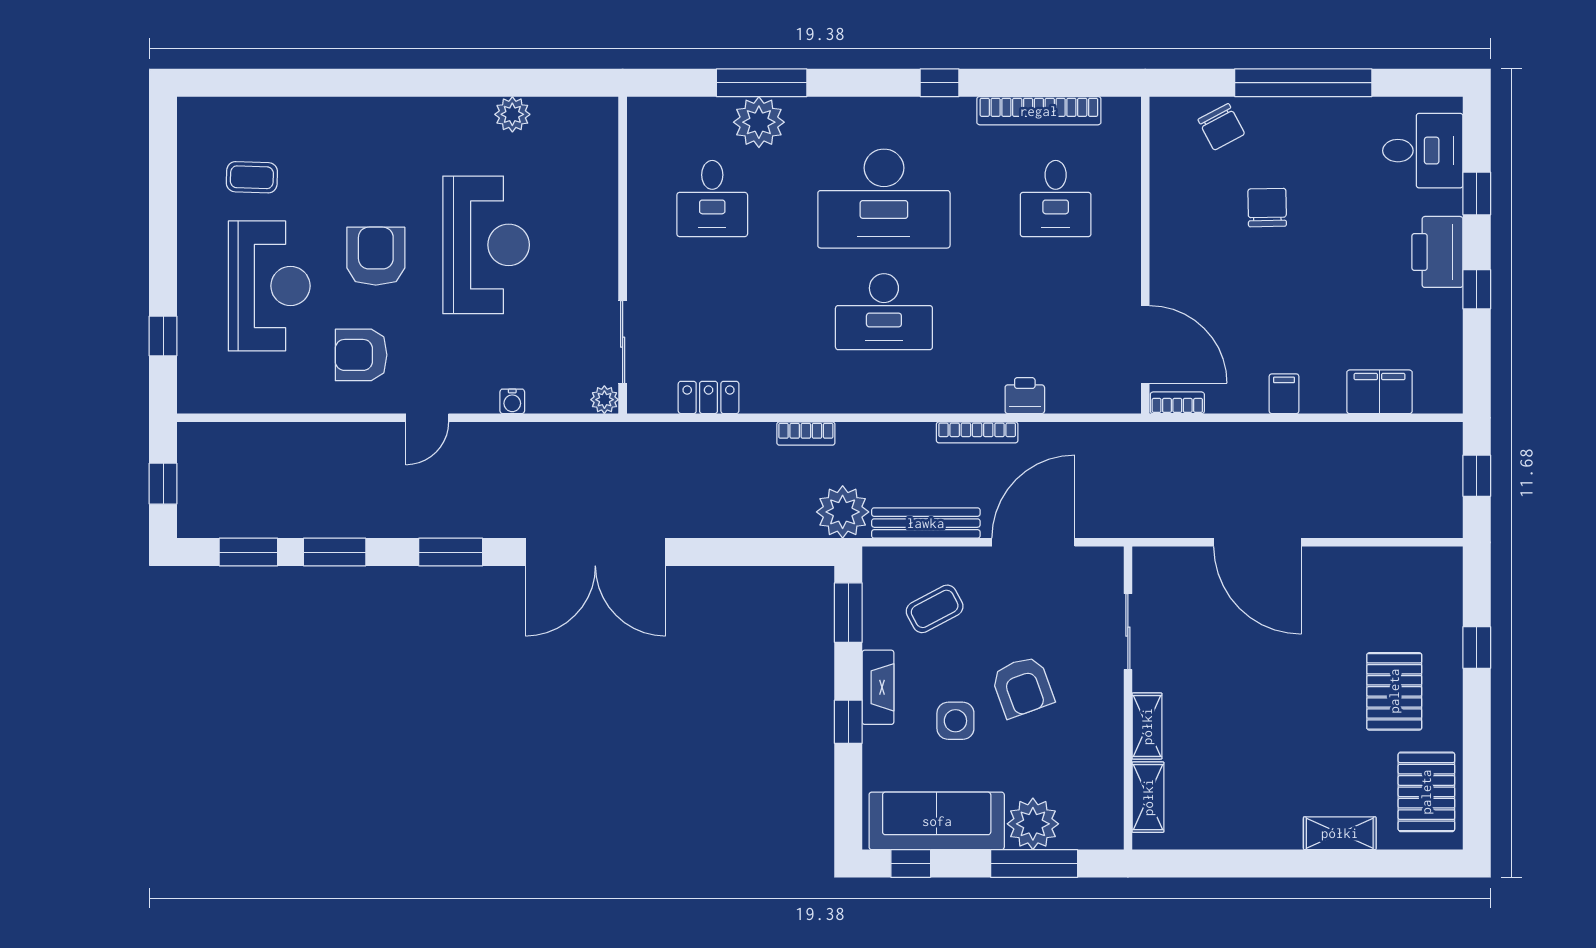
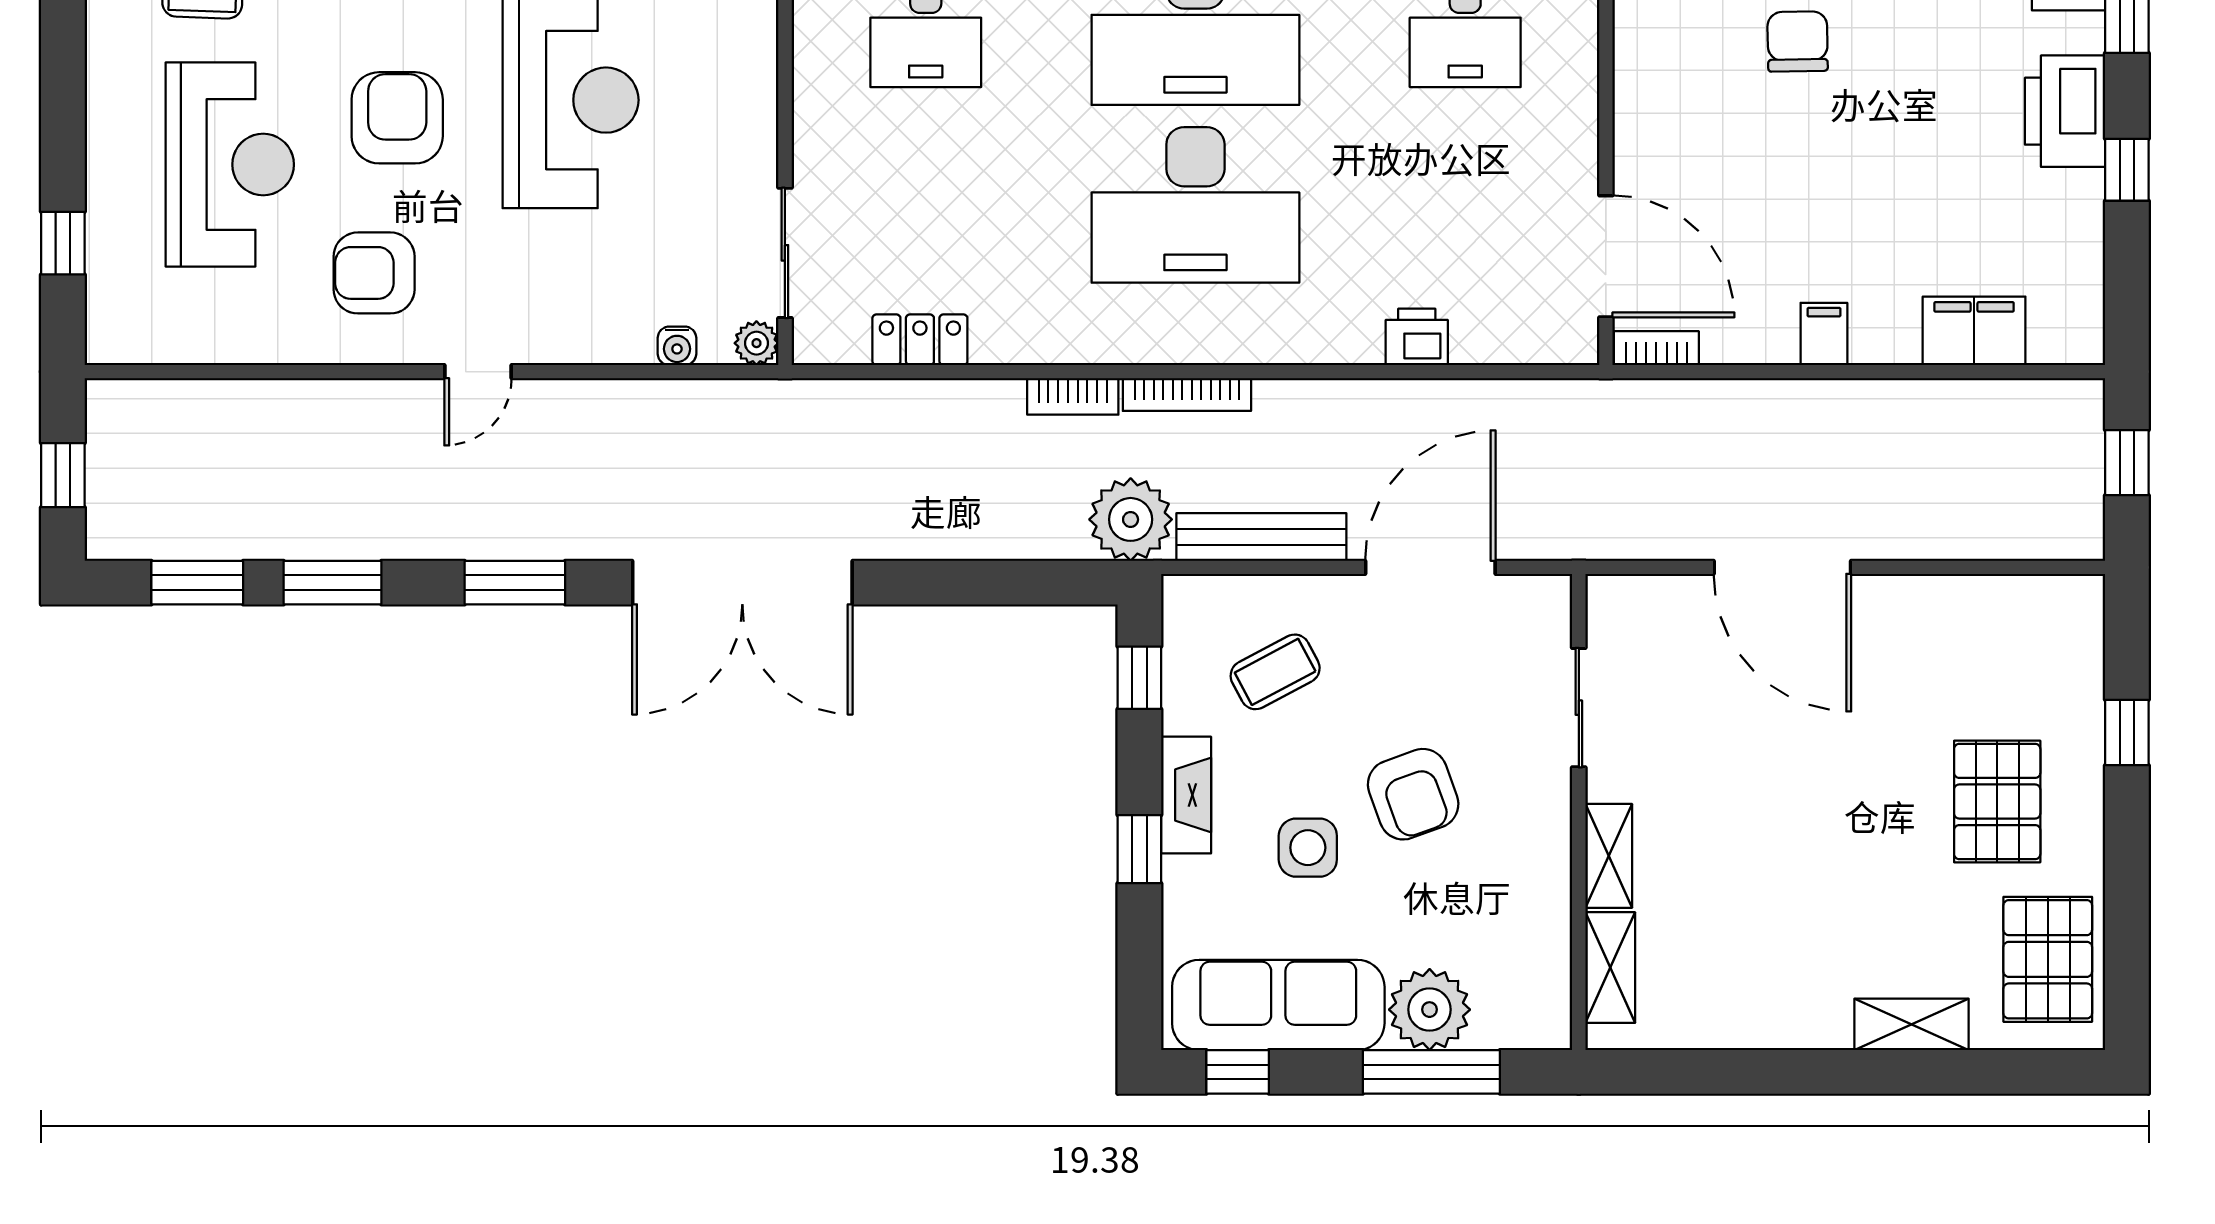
desk: (884, 312) -> (1195, 205), width x1.36, depth x1.30
water cooler: (512, 401) -> (677, 346), moved
bookcase: (977, 432) -> (1187, 395), moved
window: (848, 613) -> (1139, 678), width x0.67

